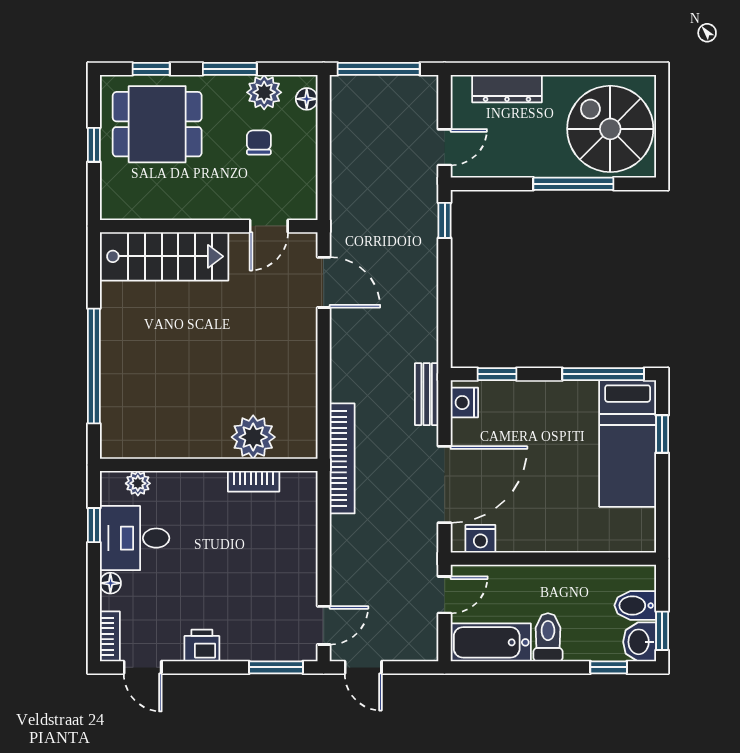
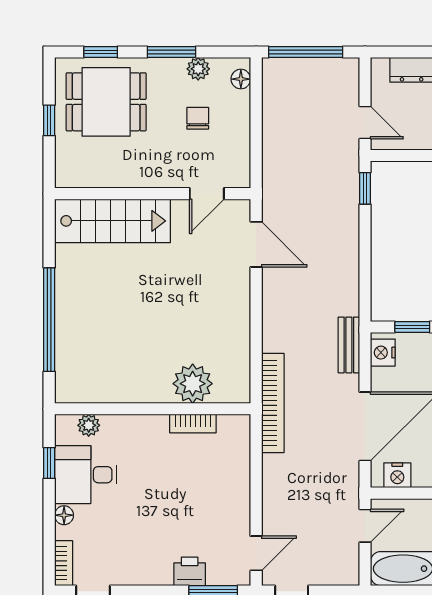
plant: (264, 92) -> (198, 69), width x0.73, depth x0.73
door: (445, 147) -> (365, 123), hinge flipped
printer: (202, 645) -> (190, 571), moved

